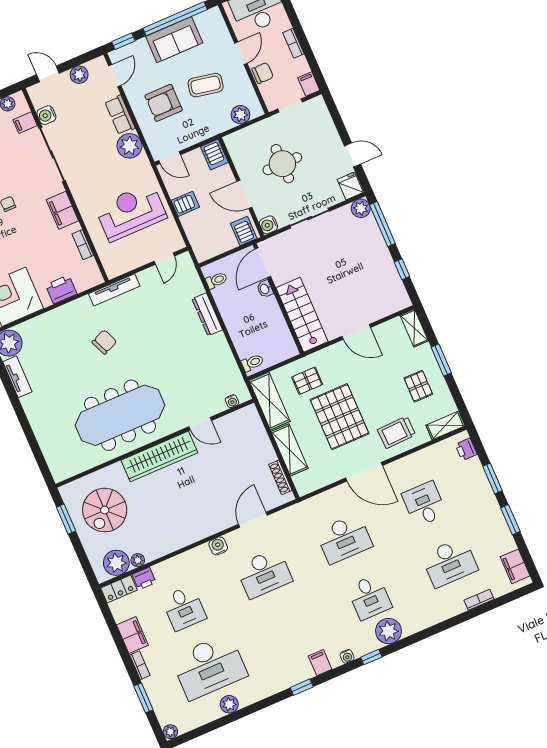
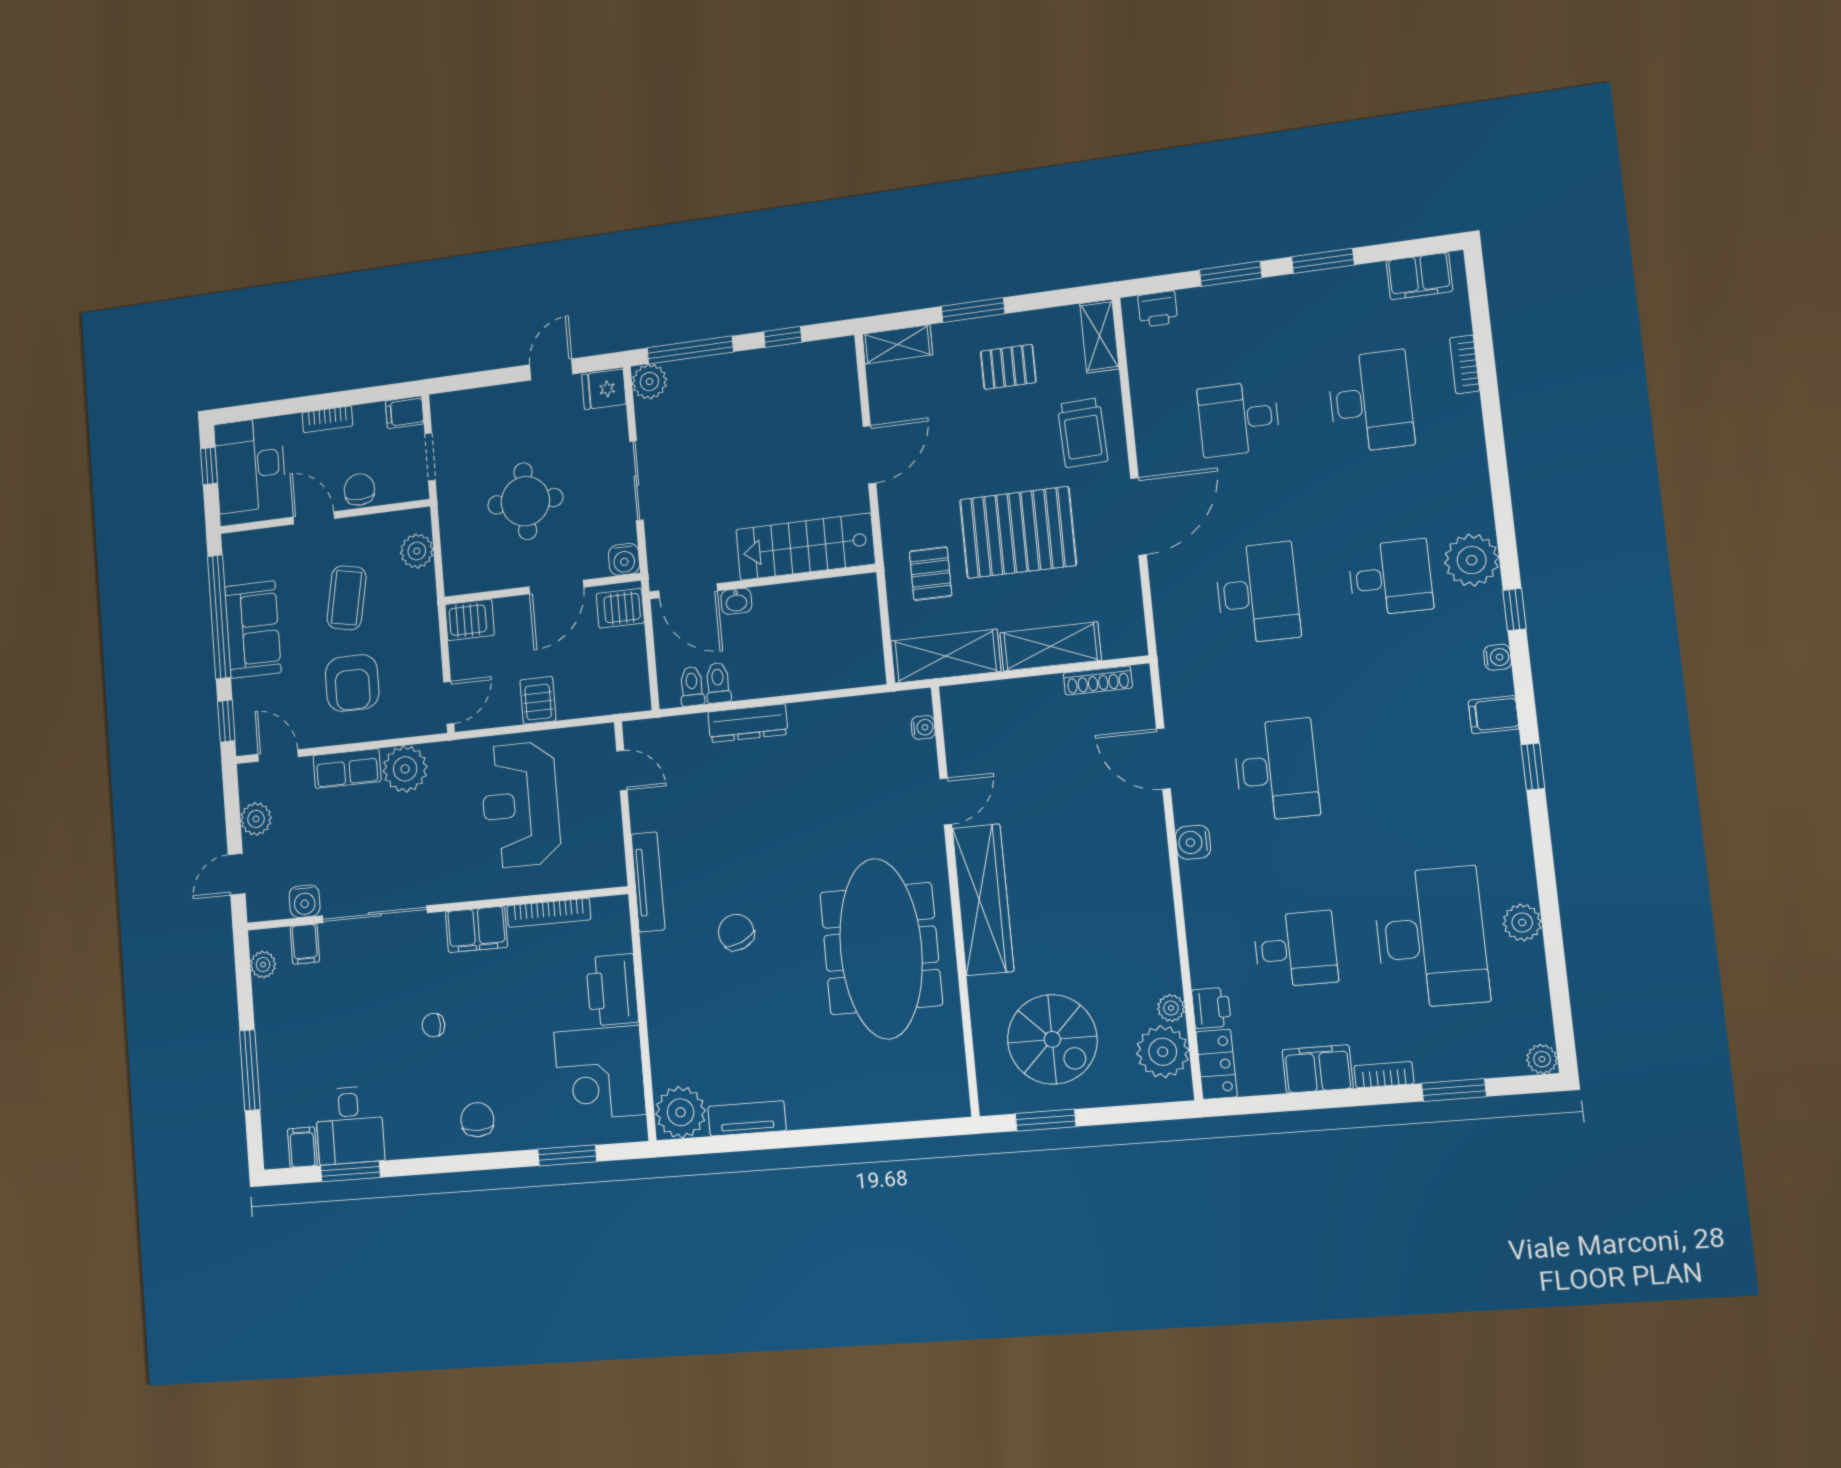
bookcase: (83, 245) -> (549, 913), width x1.56
printer: (61, 289) -> (612, 990), width x1.37, depth x1.19
toilet: (252, 363) -> (718, 683), moved

